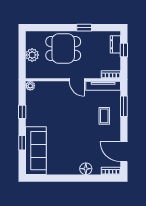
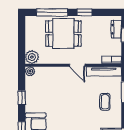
window: (52, 28) -> (52, 12), added
plant: (32, 55) -> (32, 57), moved

